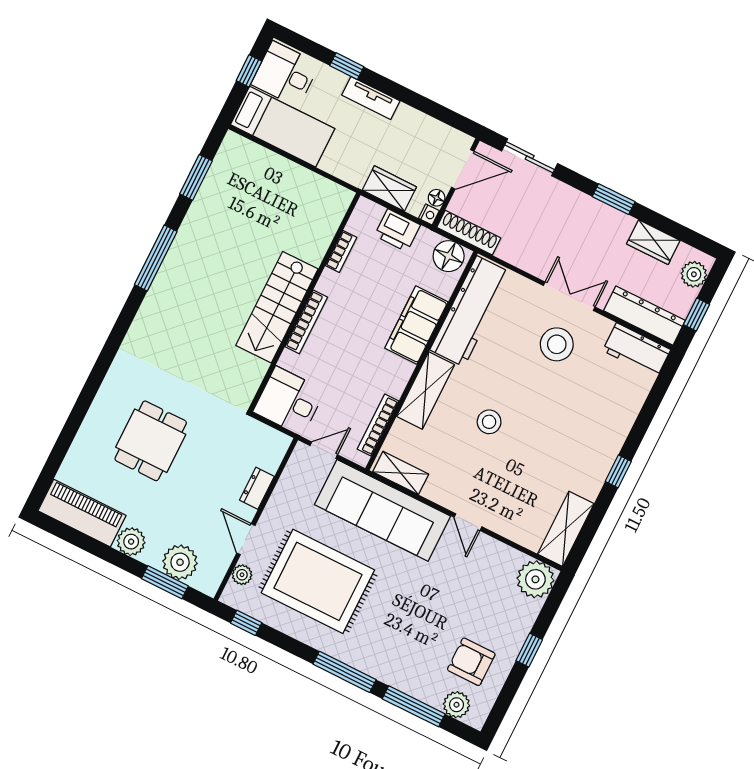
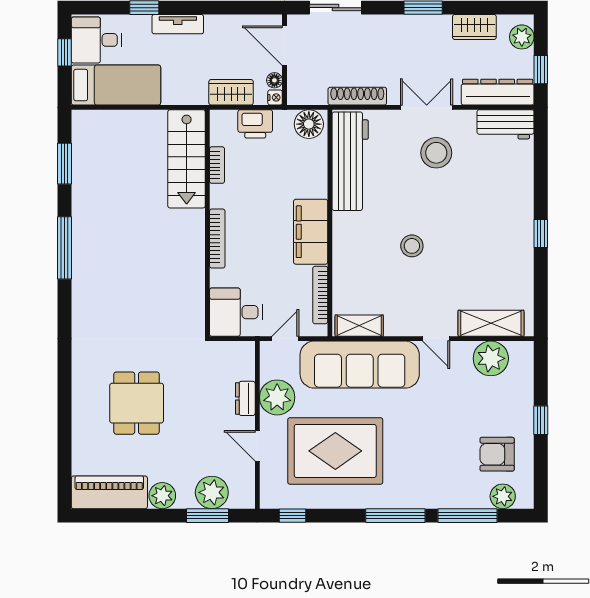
door: (463, 169) -> (284, 46), swing flipped
shoe rack: (469, 233) -> (357, 96), moved
stairs: (277, 307) -> (187, 159), moved
filing cabinet: (416, 325) -> (311, 232), moved
shelving: (426, 391) -> (346, 246), removed
shelving: (566, 529) -> (491, 323), moved, turned 90
plant: (242, 575) -> (277, 397), moved, width x1.88, depth x1.88
plant: (535, 579) -> (491, 358), moved

